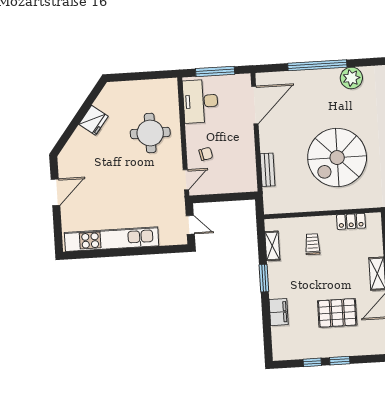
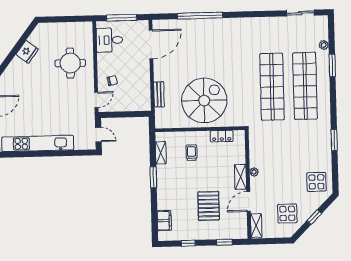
plant: (351, 78) -> (226, 26), removed
desk: (200, 101) -> (109, 40), width x0.73
spiral stairs: (337, 158) -> (204, 101), moved, turned 180
filing cabinet: (279, 312) -> (164, 221), moved
pallet: (337, 313) -> (209, 206), turned 90
window: (340, 361) -> (224, 242), moved

